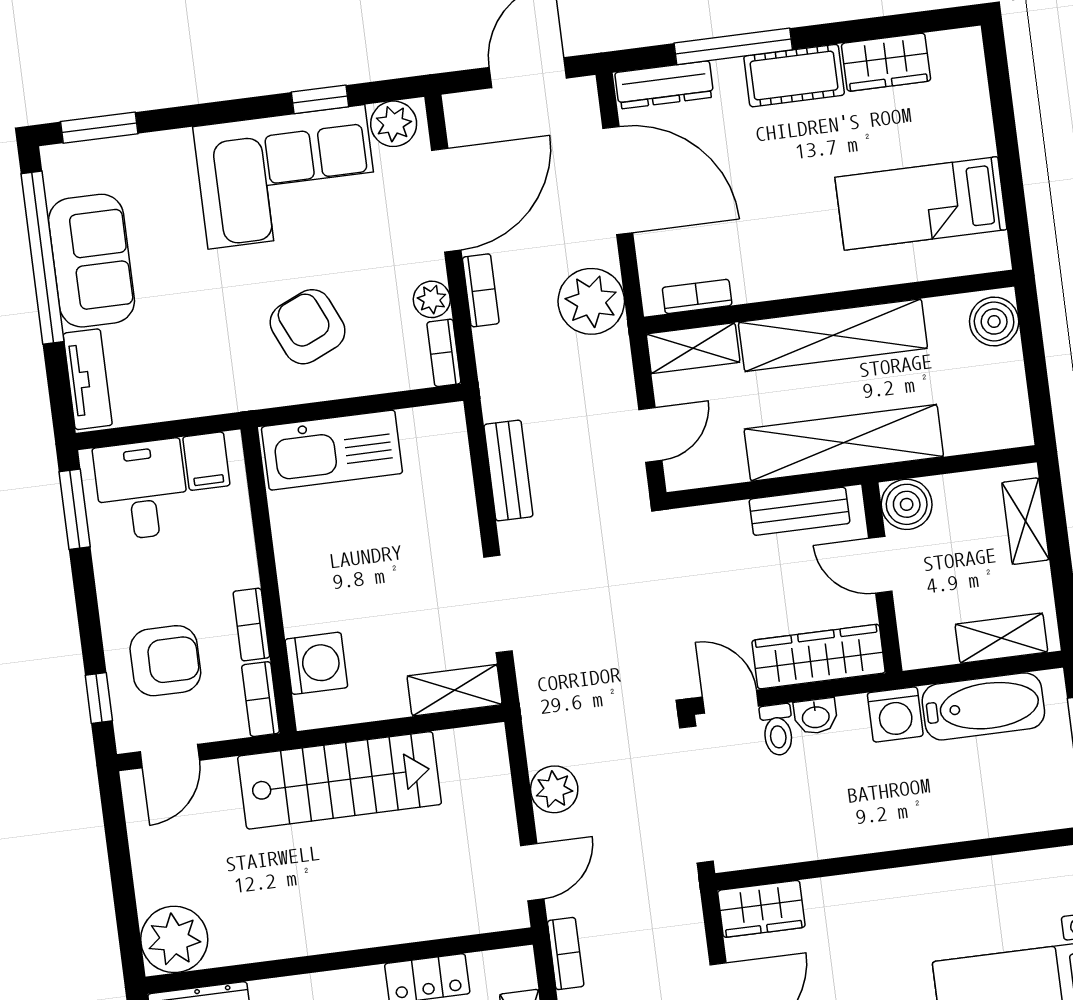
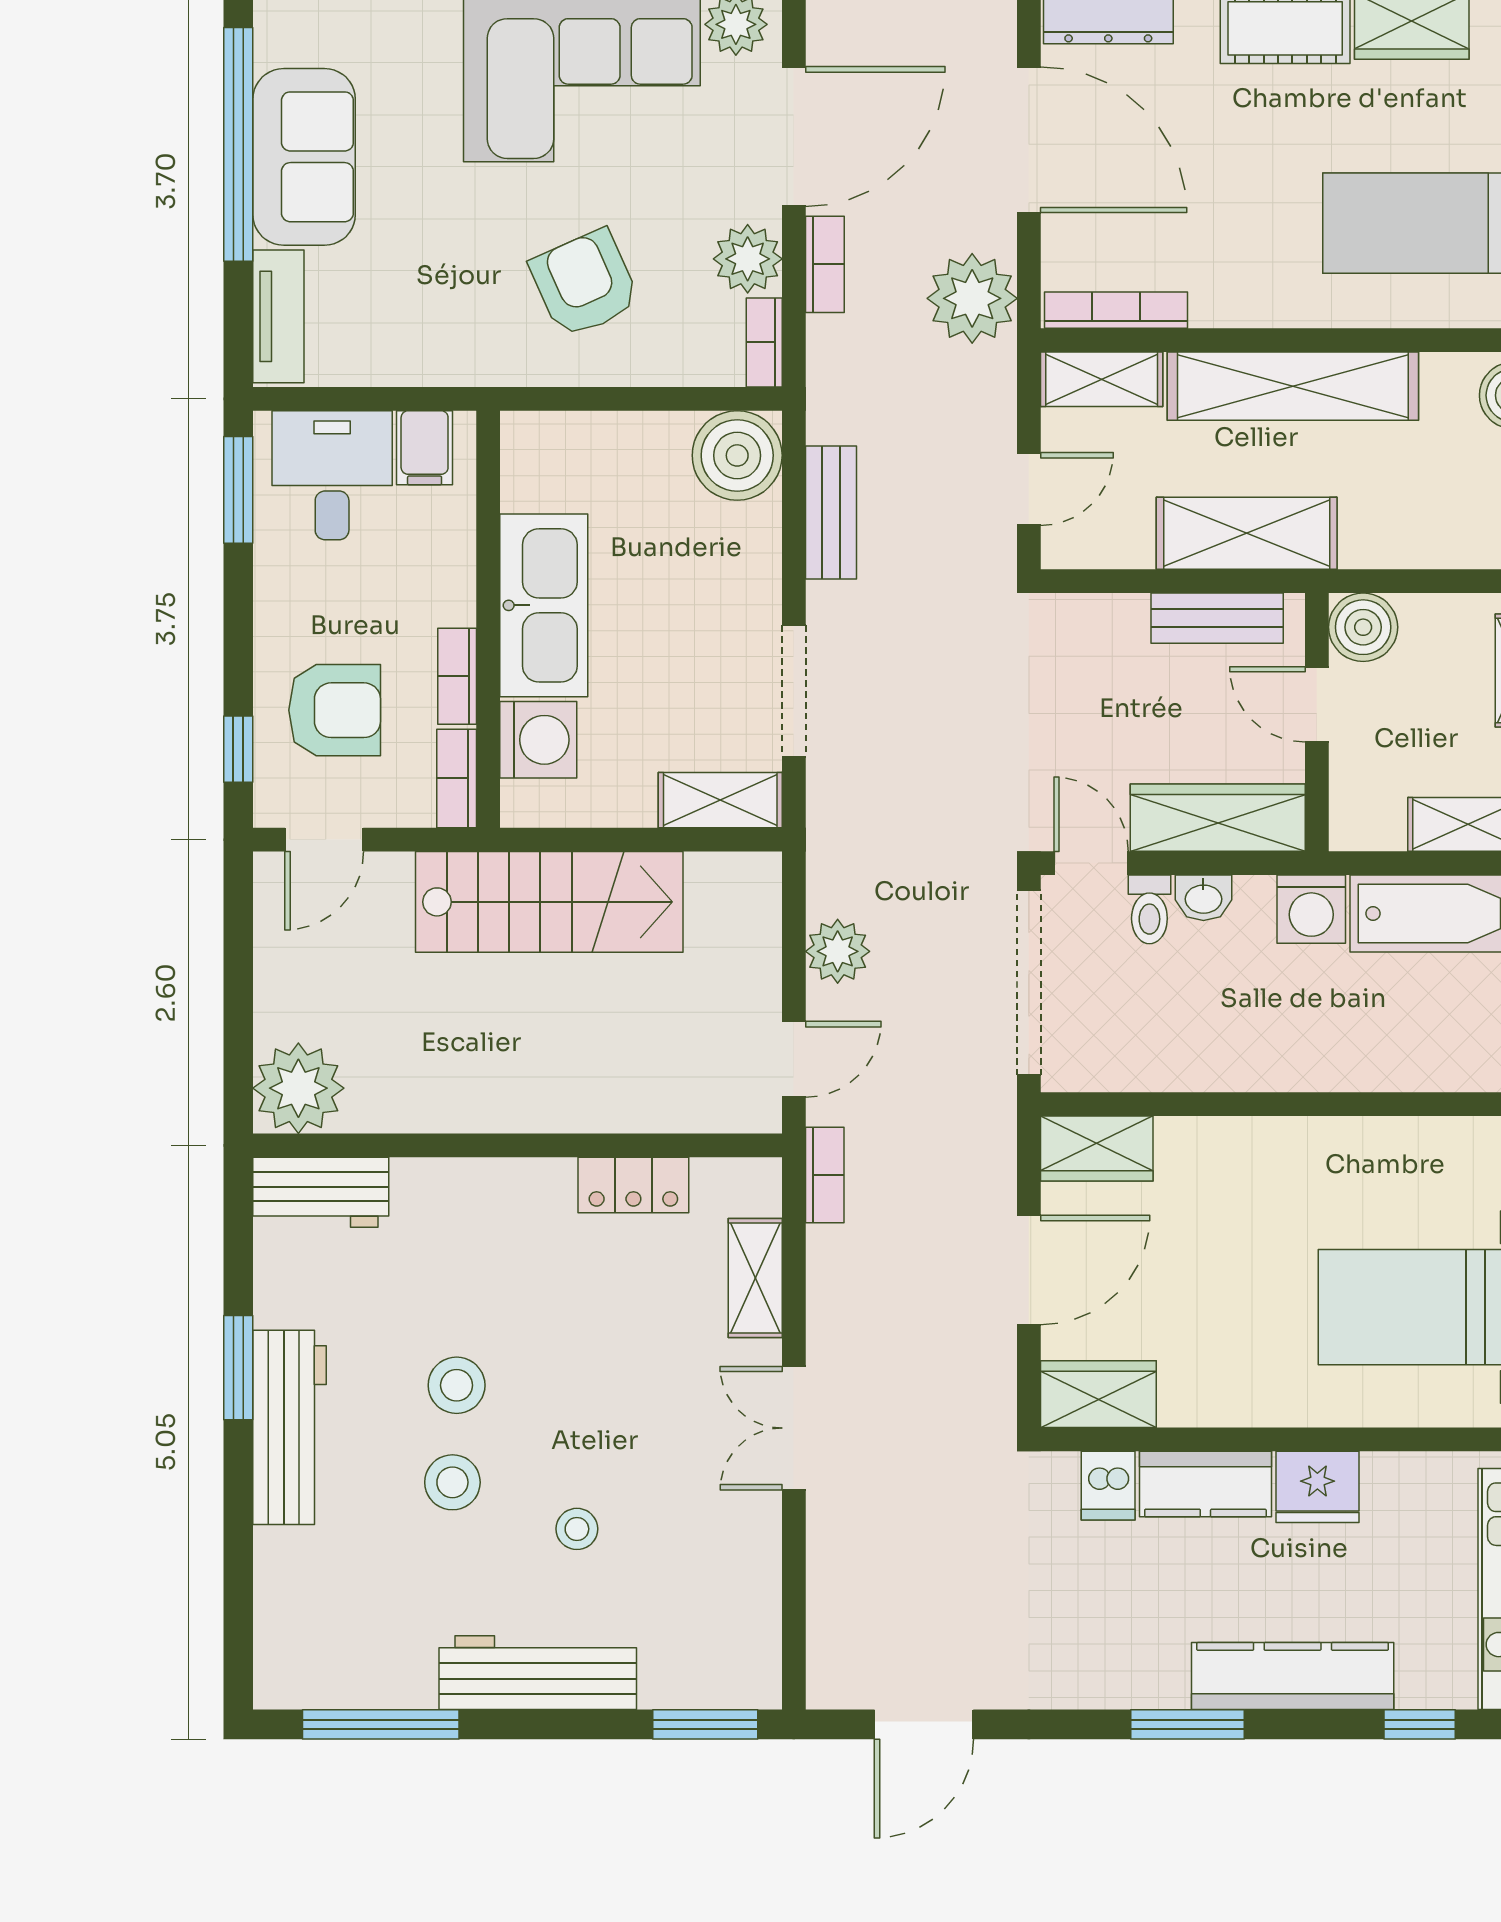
bookcase: (697, 296) -> (1116, 310), width x1.56
plant: (432, 299) -> (748, 259), width x1.38, depth x1.38
boiler: (435, 438) -> (737, 455), added
shelving: (844, 443) -> (1247, 533), width x0.68
kitchen sink: (332, 450) -> (544, 605), moved, turned -90

